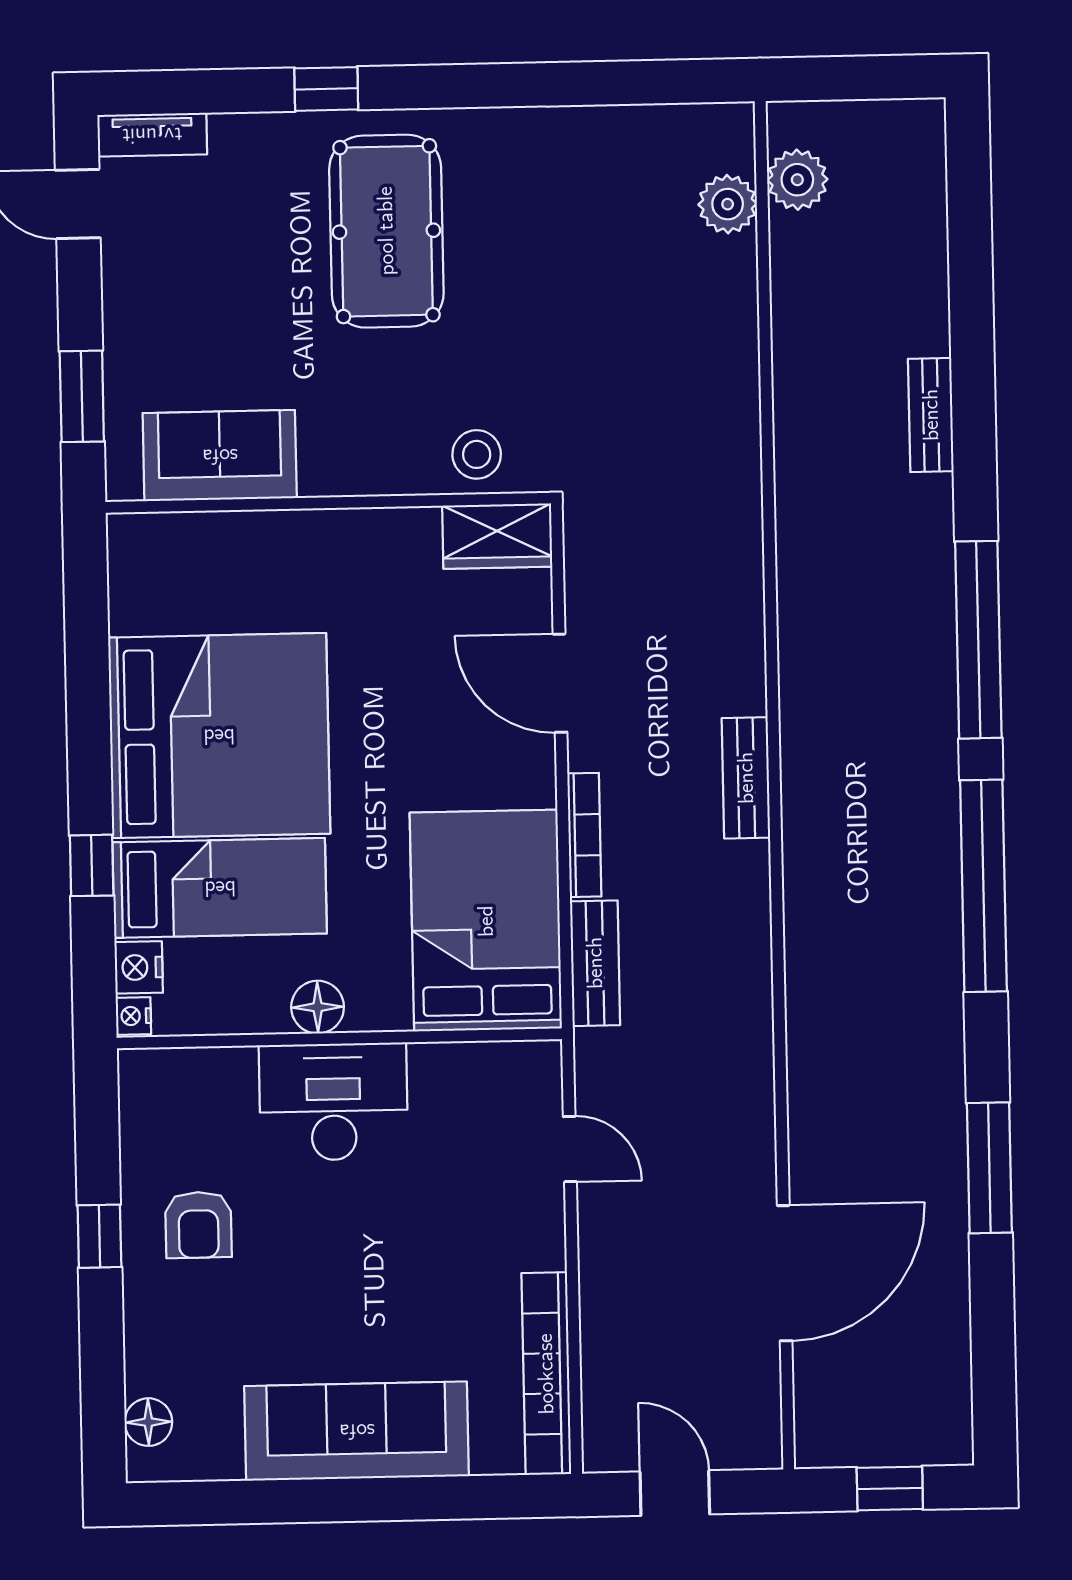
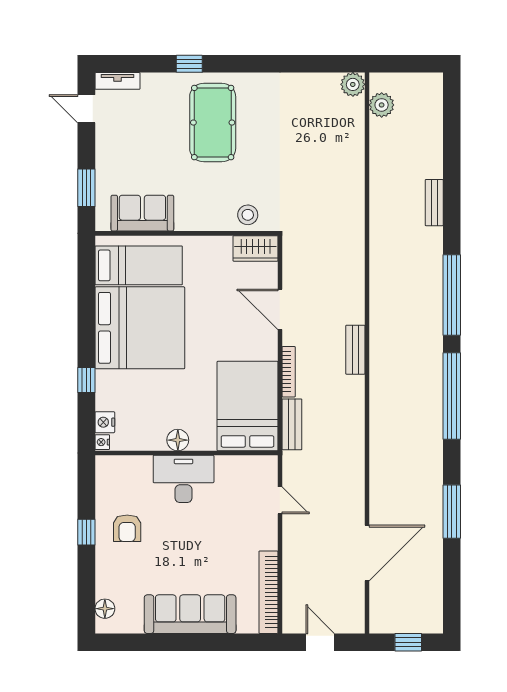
plant: (728, 204) -> (353, 84), moved
bed: (220, 888) -> (139, 265), moved

